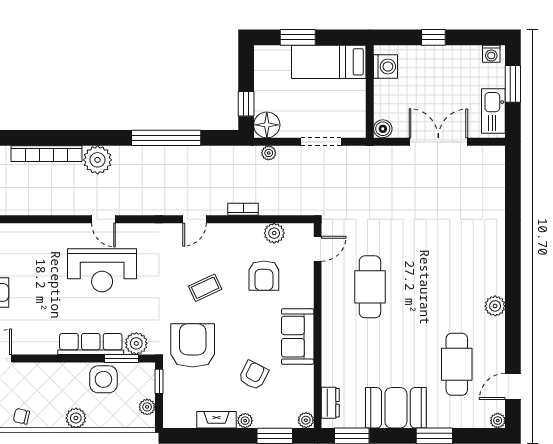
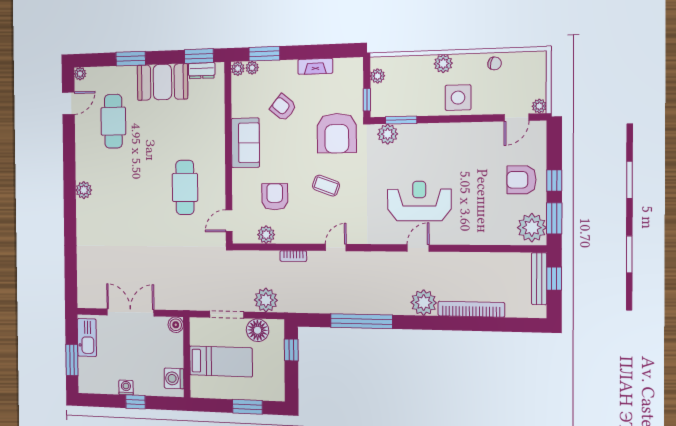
washing machine: (491, 54) -> (126, 387), moved
bed: (329, 62) -> (221, 361), moved
floor lamp: (267, 125) -> (258, 330), moved
double door: (438, 142) -> (130, 313), swing flipped
plant: (269, 153) -> (266, 300), width x1.87, depth x1.87
door: (103, 219) -> (418, 248), hinge flipped
coffee table: (205, 288) -> (326, 186), turned 45
plant: (495, 306) -> (84, 190), moved
row of seats: (91, 344) -> (429, 133), removed
armchair: (253, 375) -> (283, 107), turned 102
side table: (103, 379) -> (458, 98), moved
dresser: (330, 403) -> (202, 71), moved, turned -90
plant: (245, 421) -> (252, 68), moved

